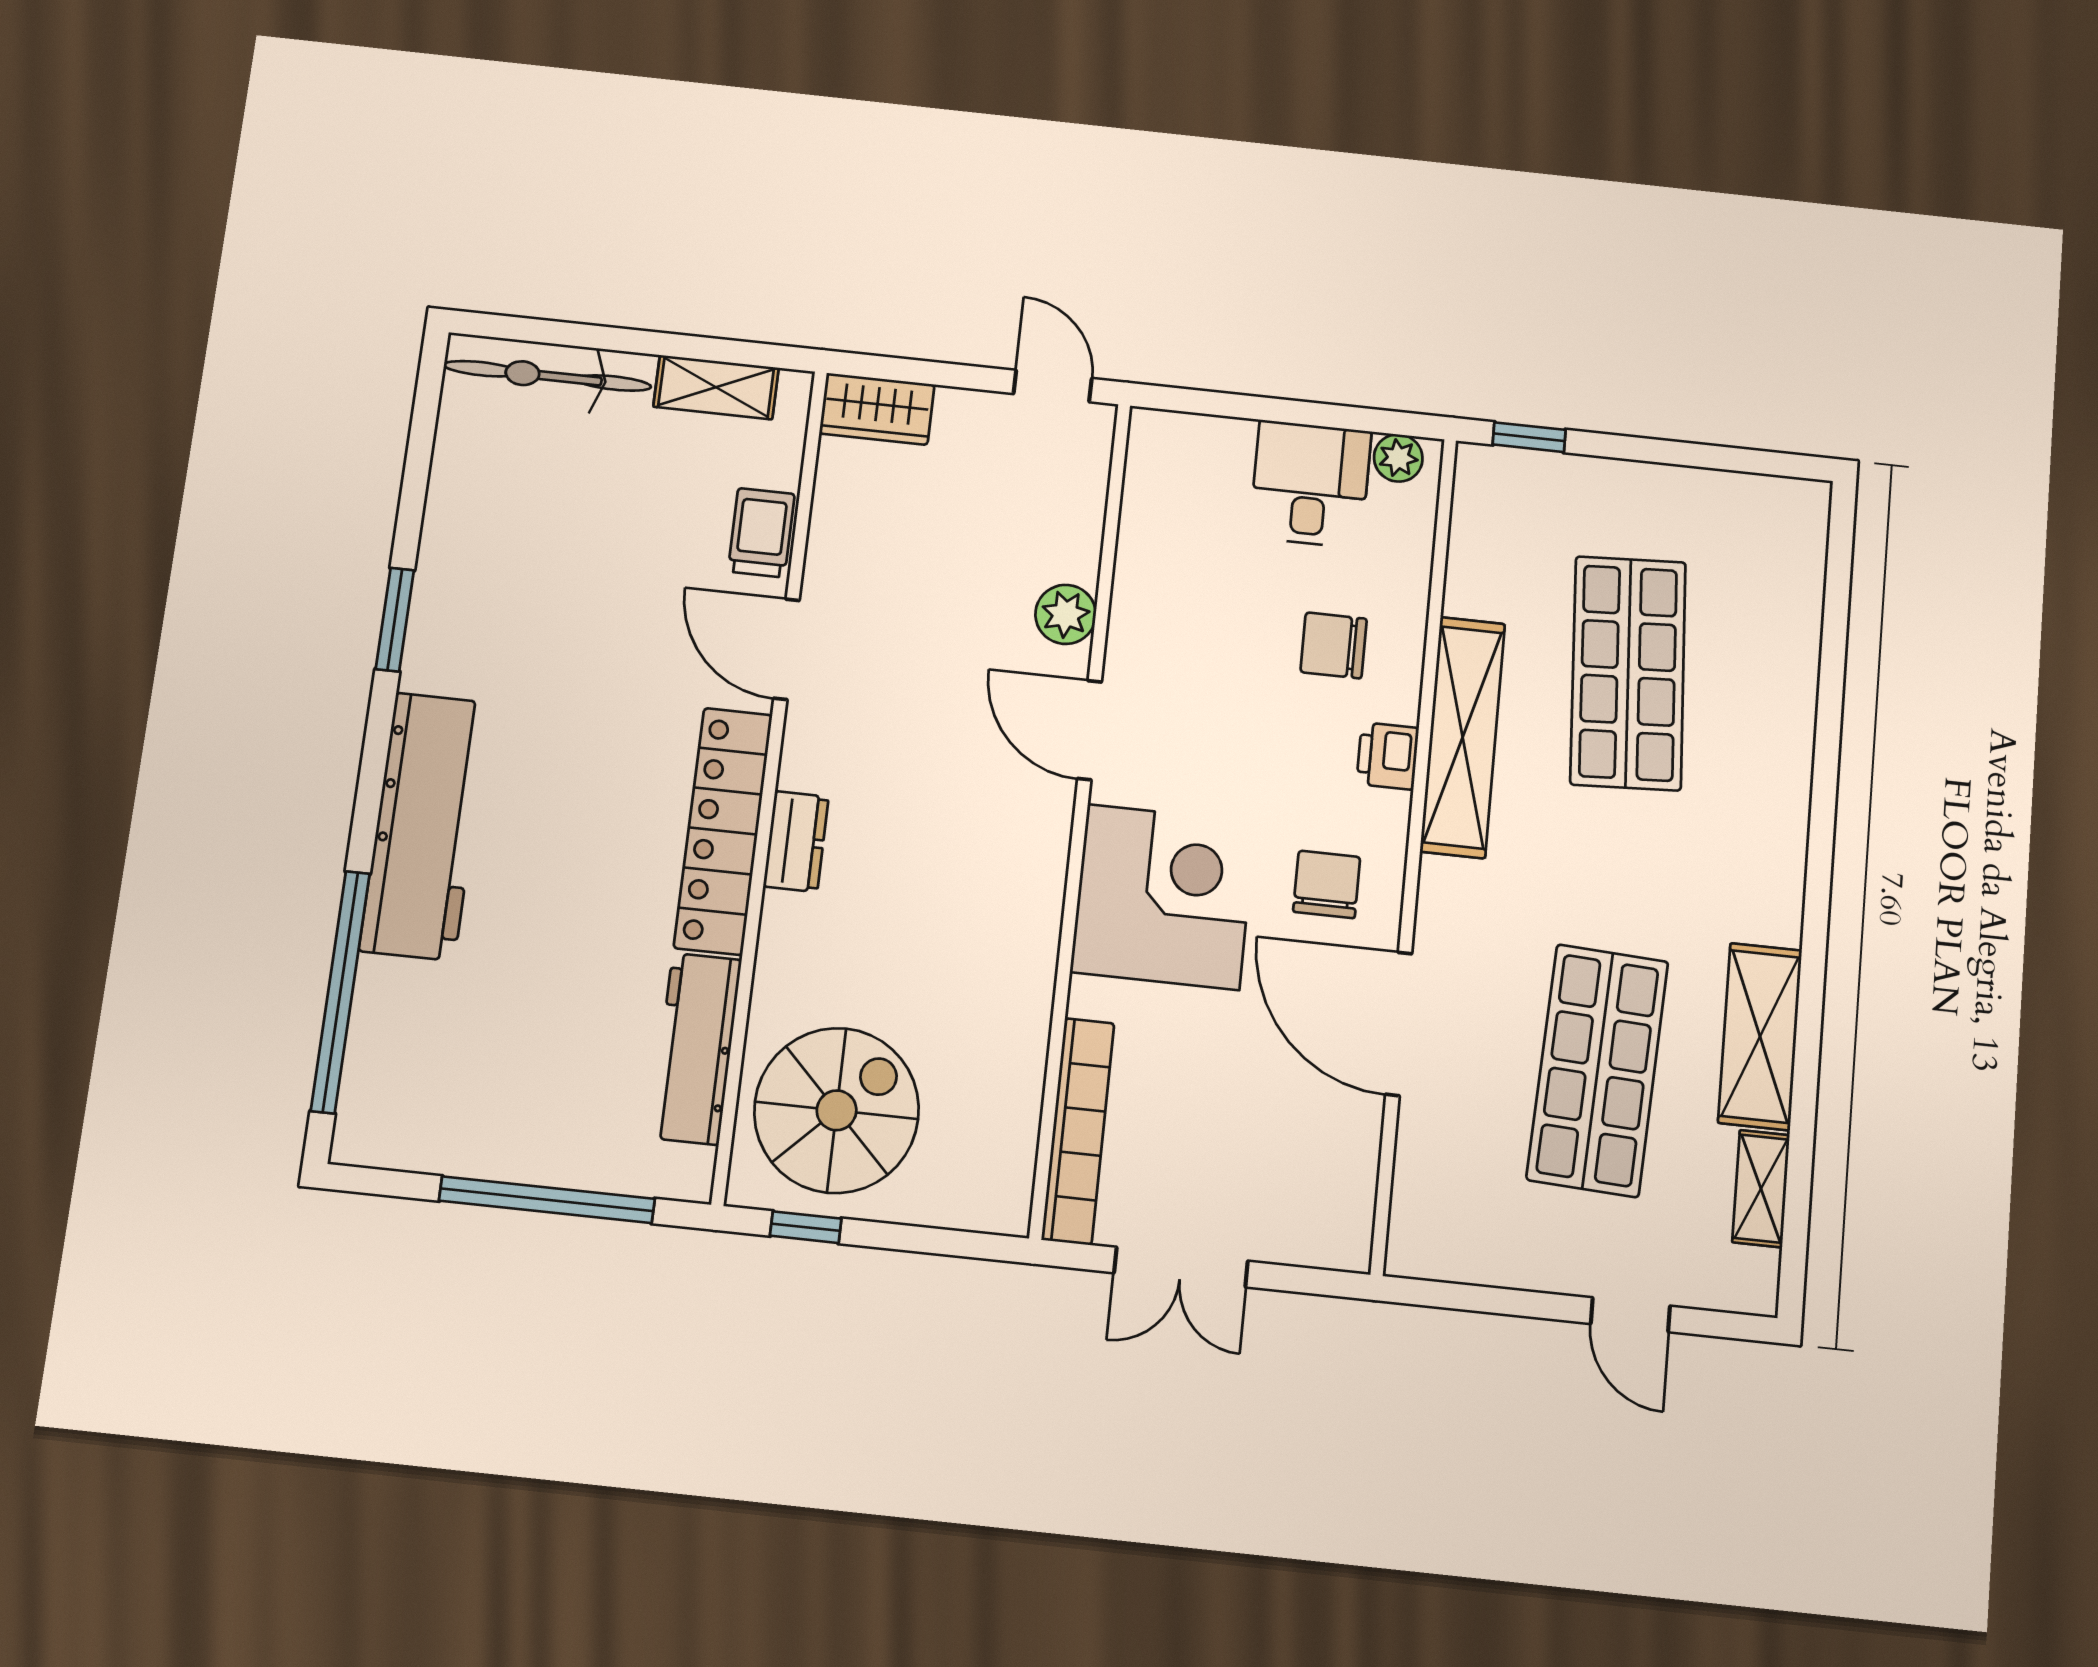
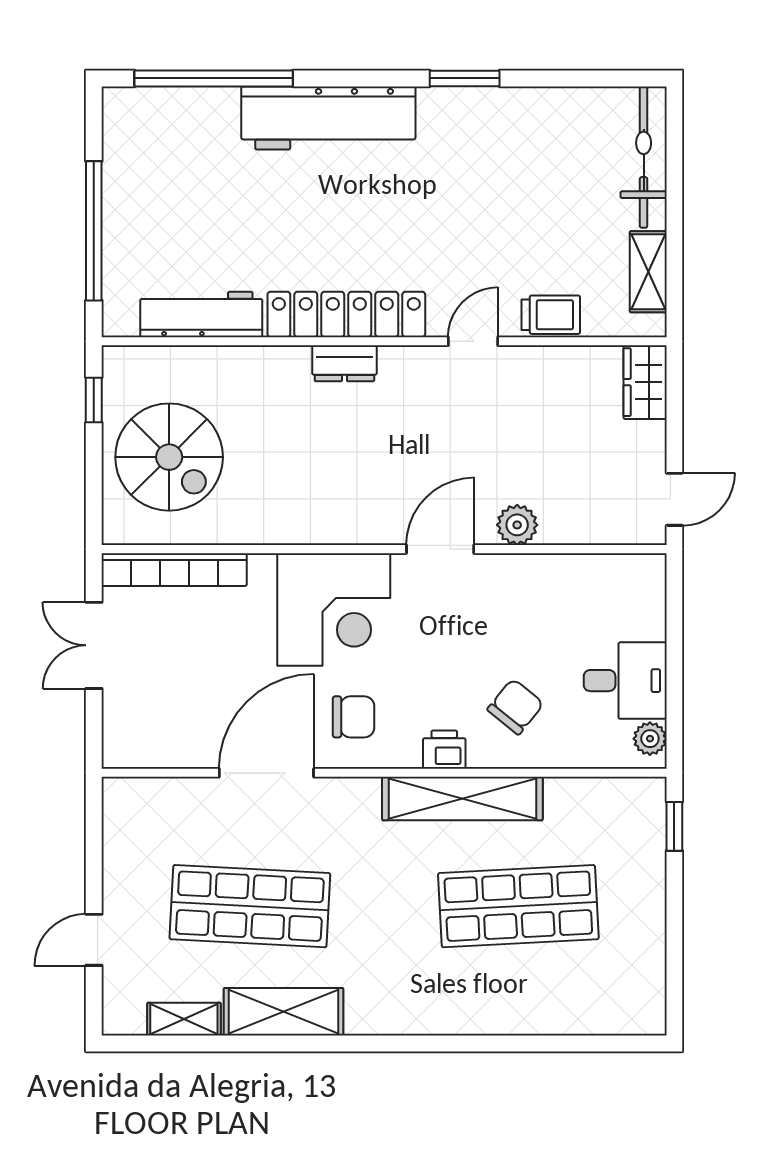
chair: (1334, 645) -> (516, 707), turned 39
door: (786, 649) -> (473, 341), width x0.73
spiral stairs: (837, 1110) -> (169, 457), moved

